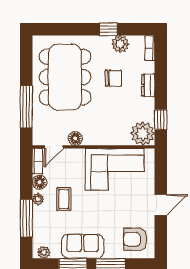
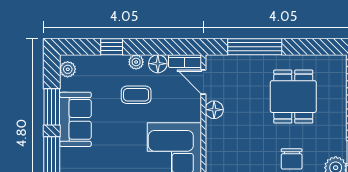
dining table: (65, 77) -> (293, 97), width x0.53, depth x0.80
window: (26, 218) -> (112, 47), width x0.46

